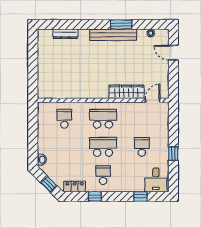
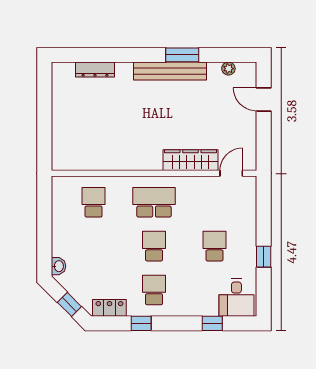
school desk: (103, 147) -> (154, 246), width x0.54

